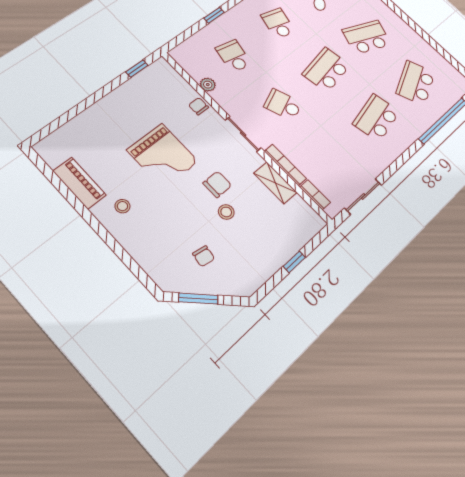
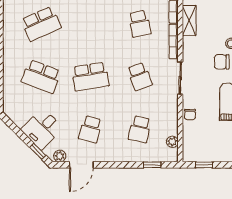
window: (214, 15) -> (152, 165), moved
plant: (208, 85) -> (172, 142), moved
school desk: (376, 118) -> (140, 24), moved, width x0.54
shelving: (275, 183) -> (189, 21), moved

